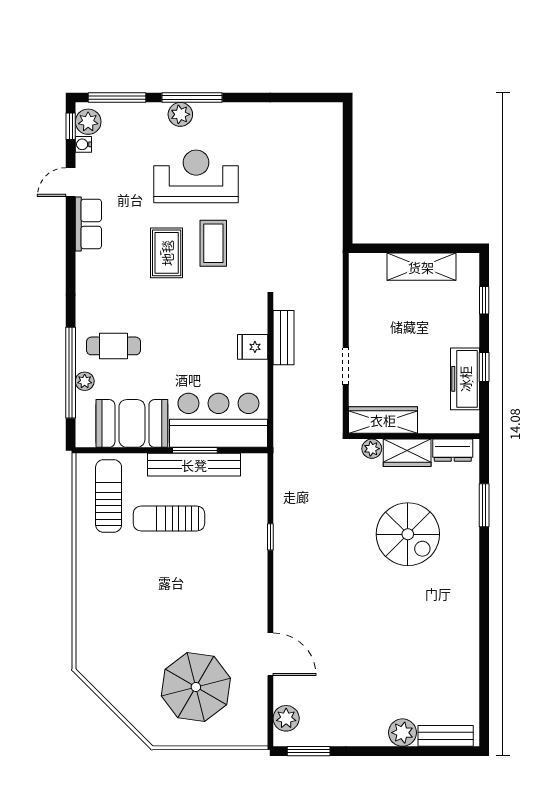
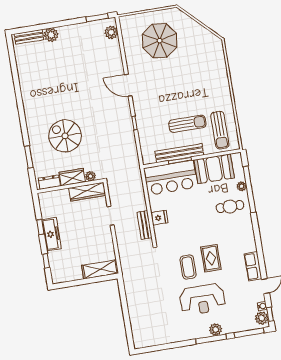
shelving: (421, 267) -> (100, 269), moved
freezer: (465, 379) -> (52, 234), moved
door: (270, 654) -> (128, 85), moved

